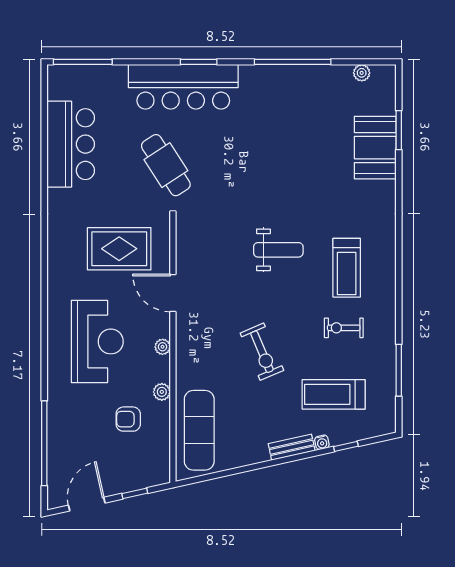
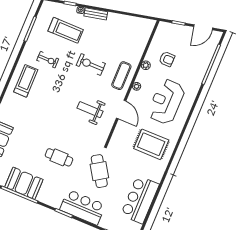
booth: (293, 86) -> (24, 183), added
bar counter: (183, 87) -> (83, 207), width x0.73
cafe table: (249, 159) -> (59, 157), added
rug: (119, 249) -> (151, 144), moved
weight bench: (278, 250) -> (90, 110), moved
treadmill: (347, 268) -> (26, 81), moved
exercise bike: (262, 352) -> (91, 64), turned -67
exercise mat: (199, 430) -> (121, 76), moved, width x0.73, depth x0.69

